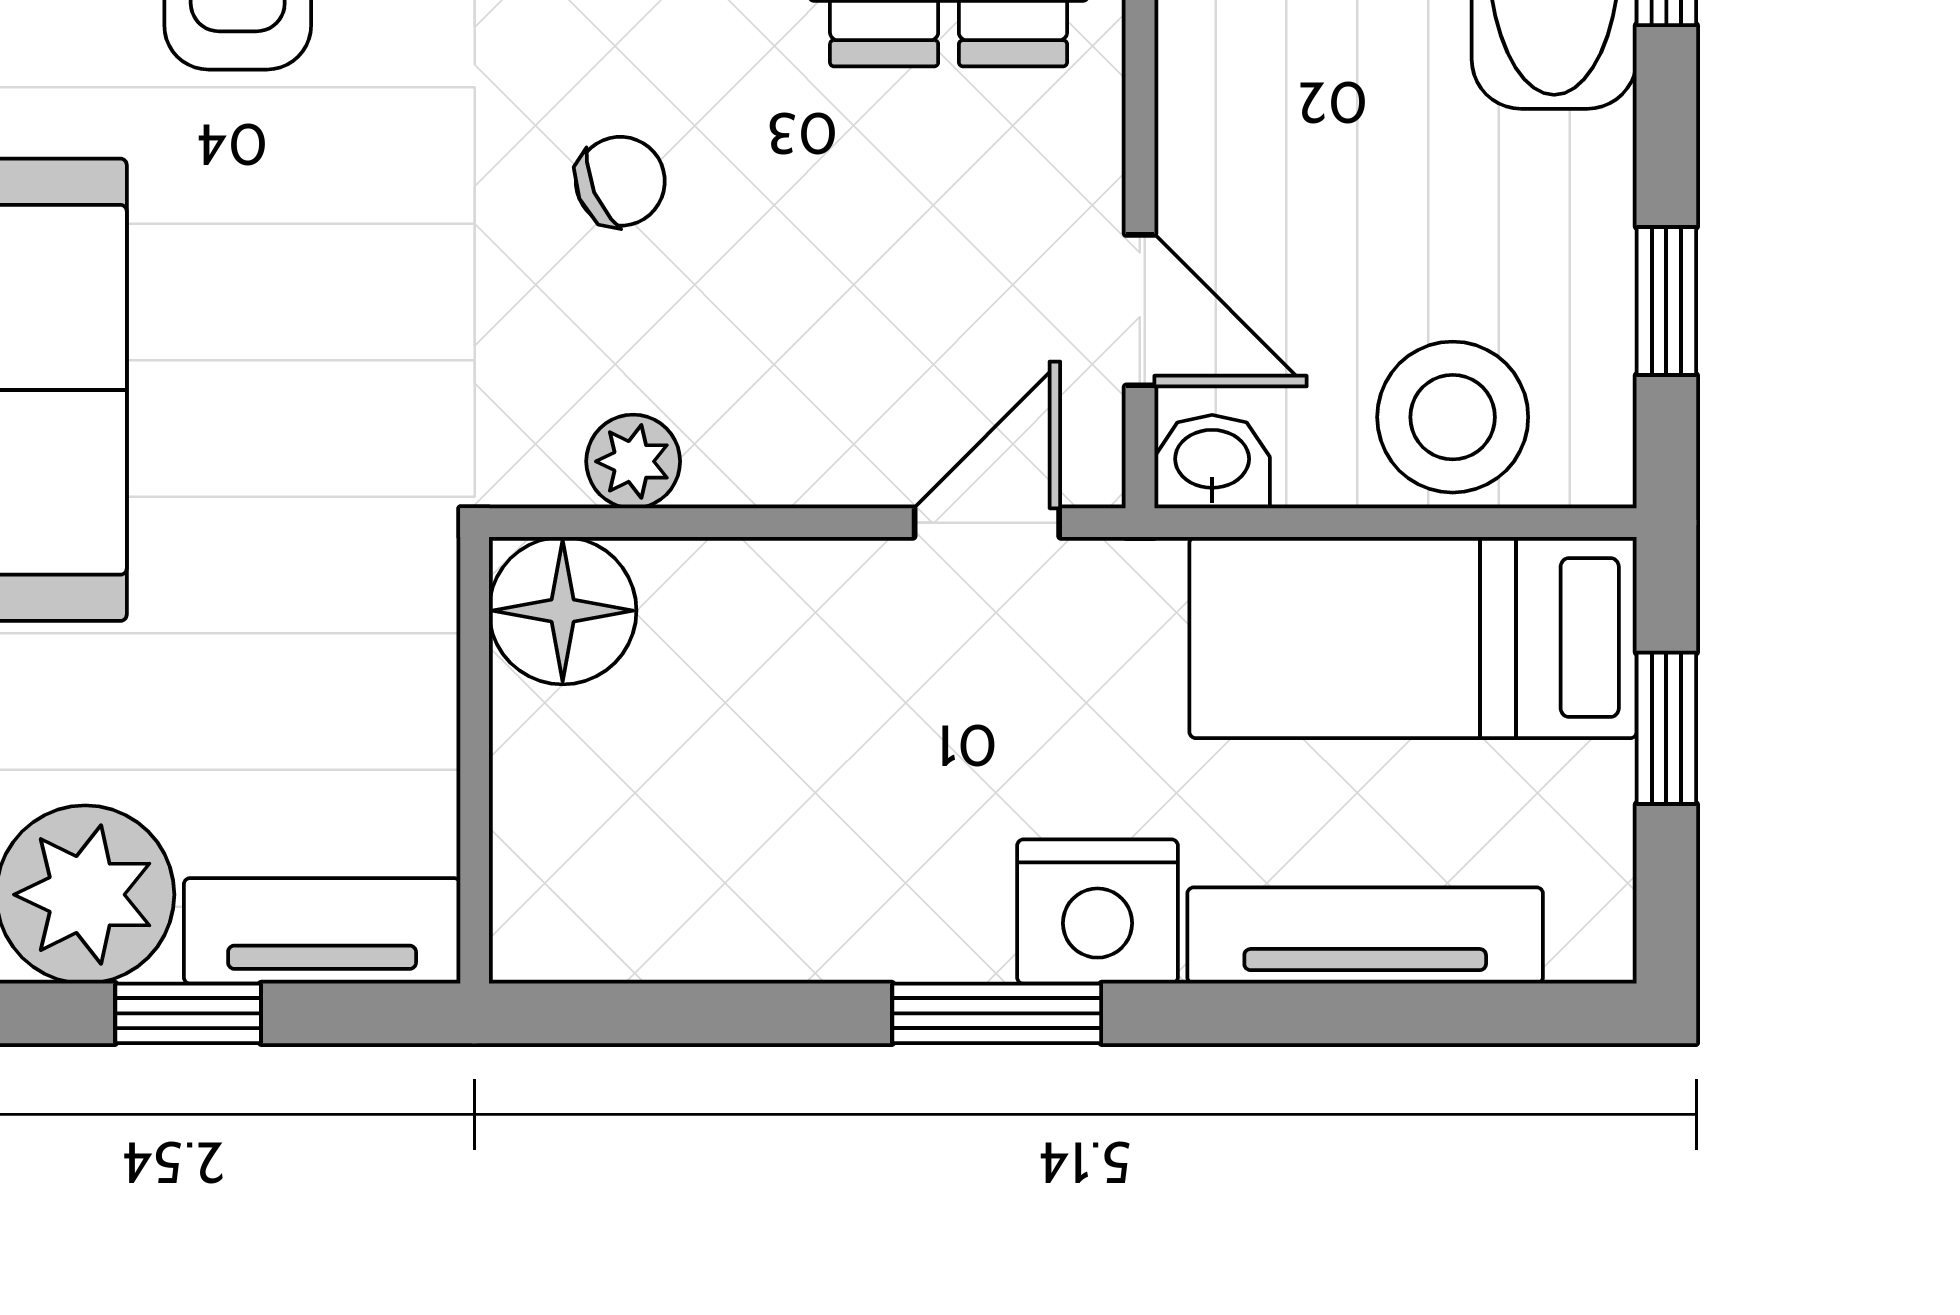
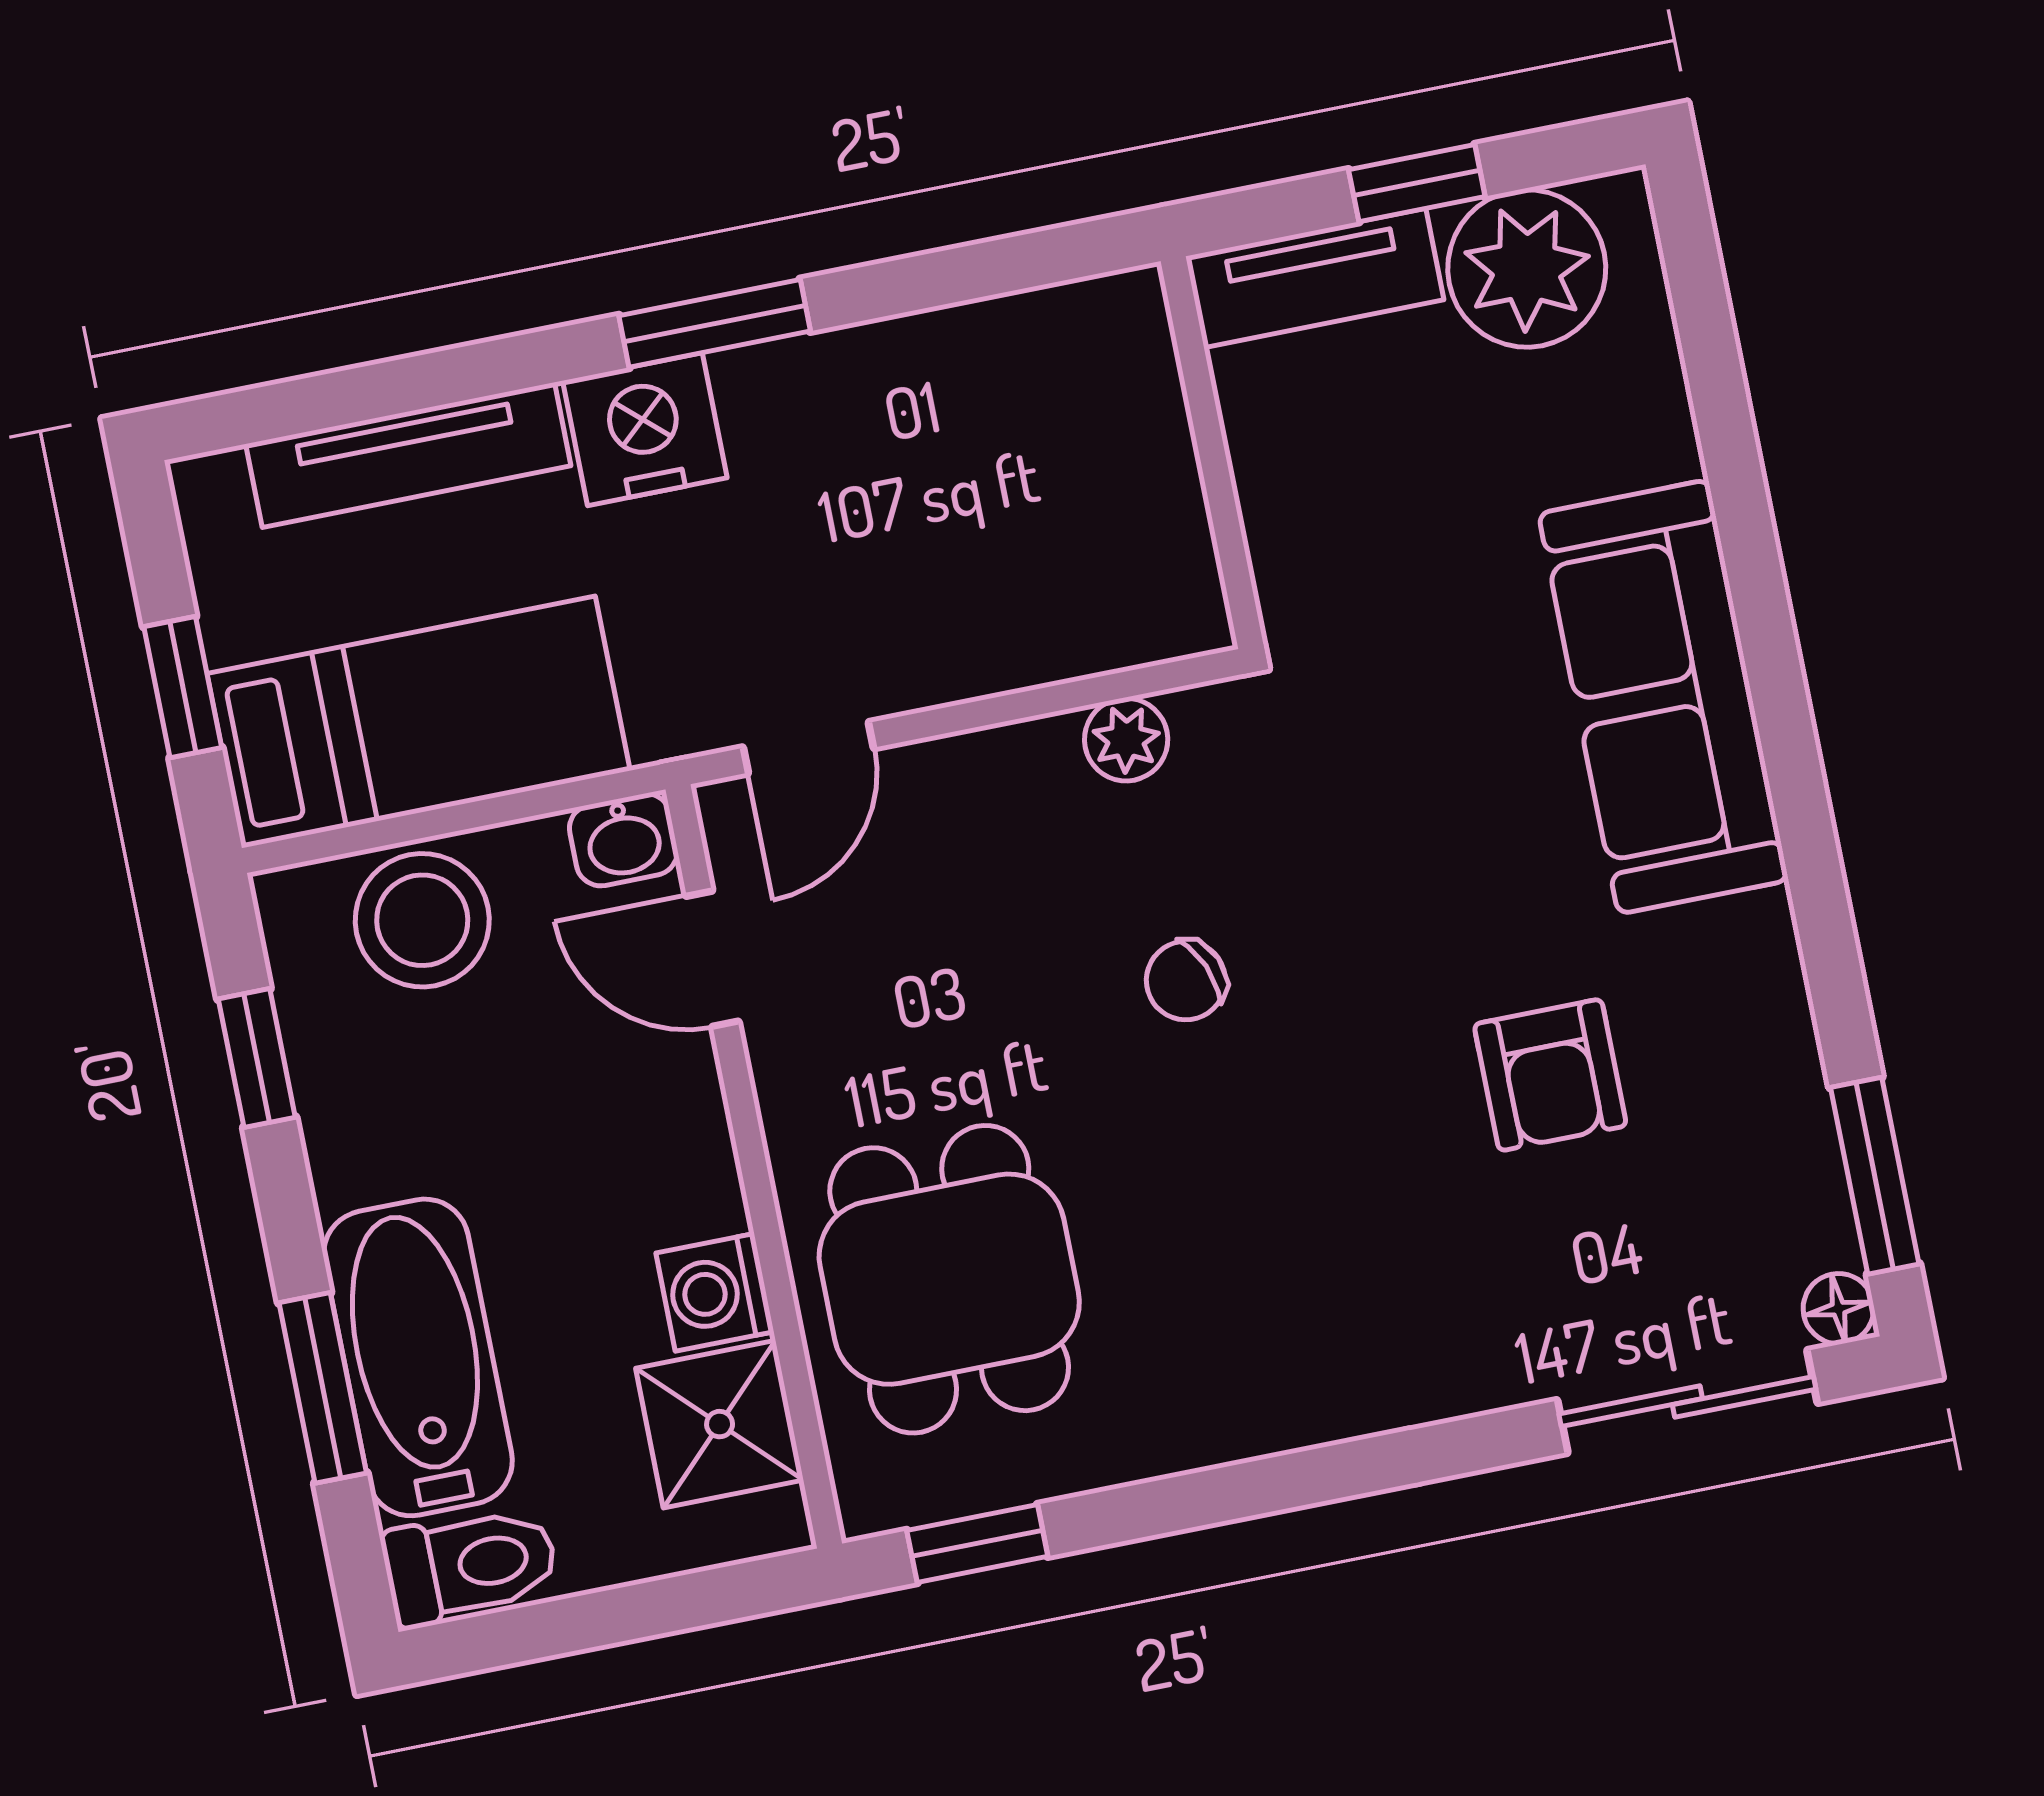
floor lamp: (563, 611) -> (1161, 598), removed

